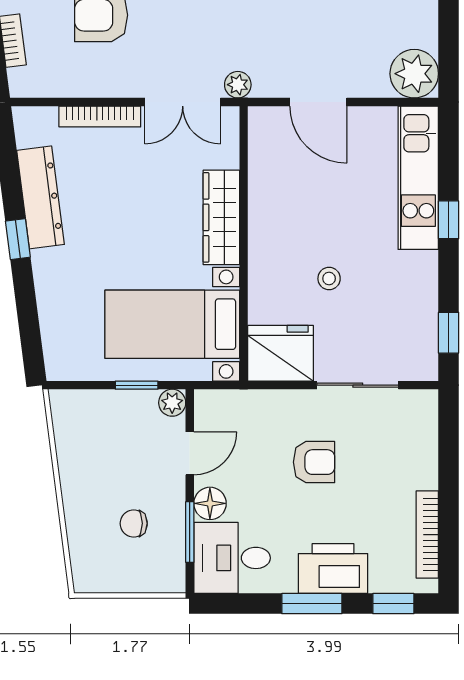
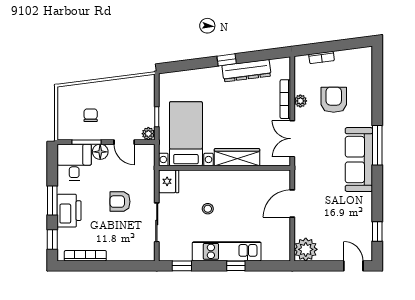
plant: (238, 85) -> (300, 101), moved
kitchen unit: (418, 178) -> (227, 251), moved
fridge: (281, 353) -> (169, 181), width x0.73, depth x0.75
armchair: (314, 462) -> (120, 202), turned 90

